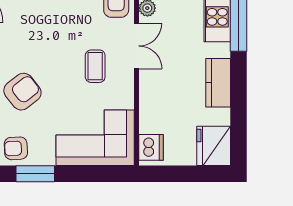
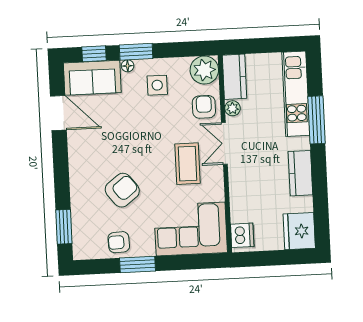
double door: (137, 46) -> (224, 143), swing flipped
coffee table: (95, 66) -> (188, 164), width x1.36, depth x1.30

